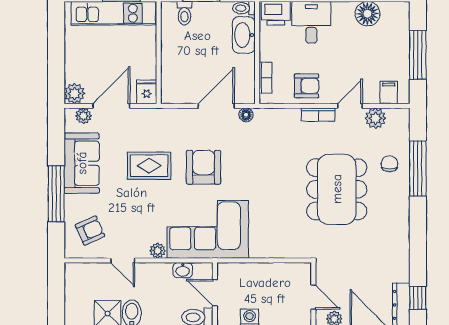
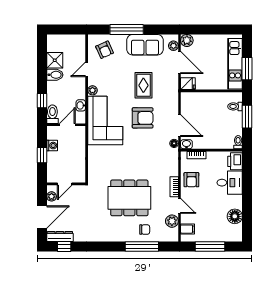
washbasin: (244, 35) -> (186, 144), moved, width x0.52, depth x0.69

